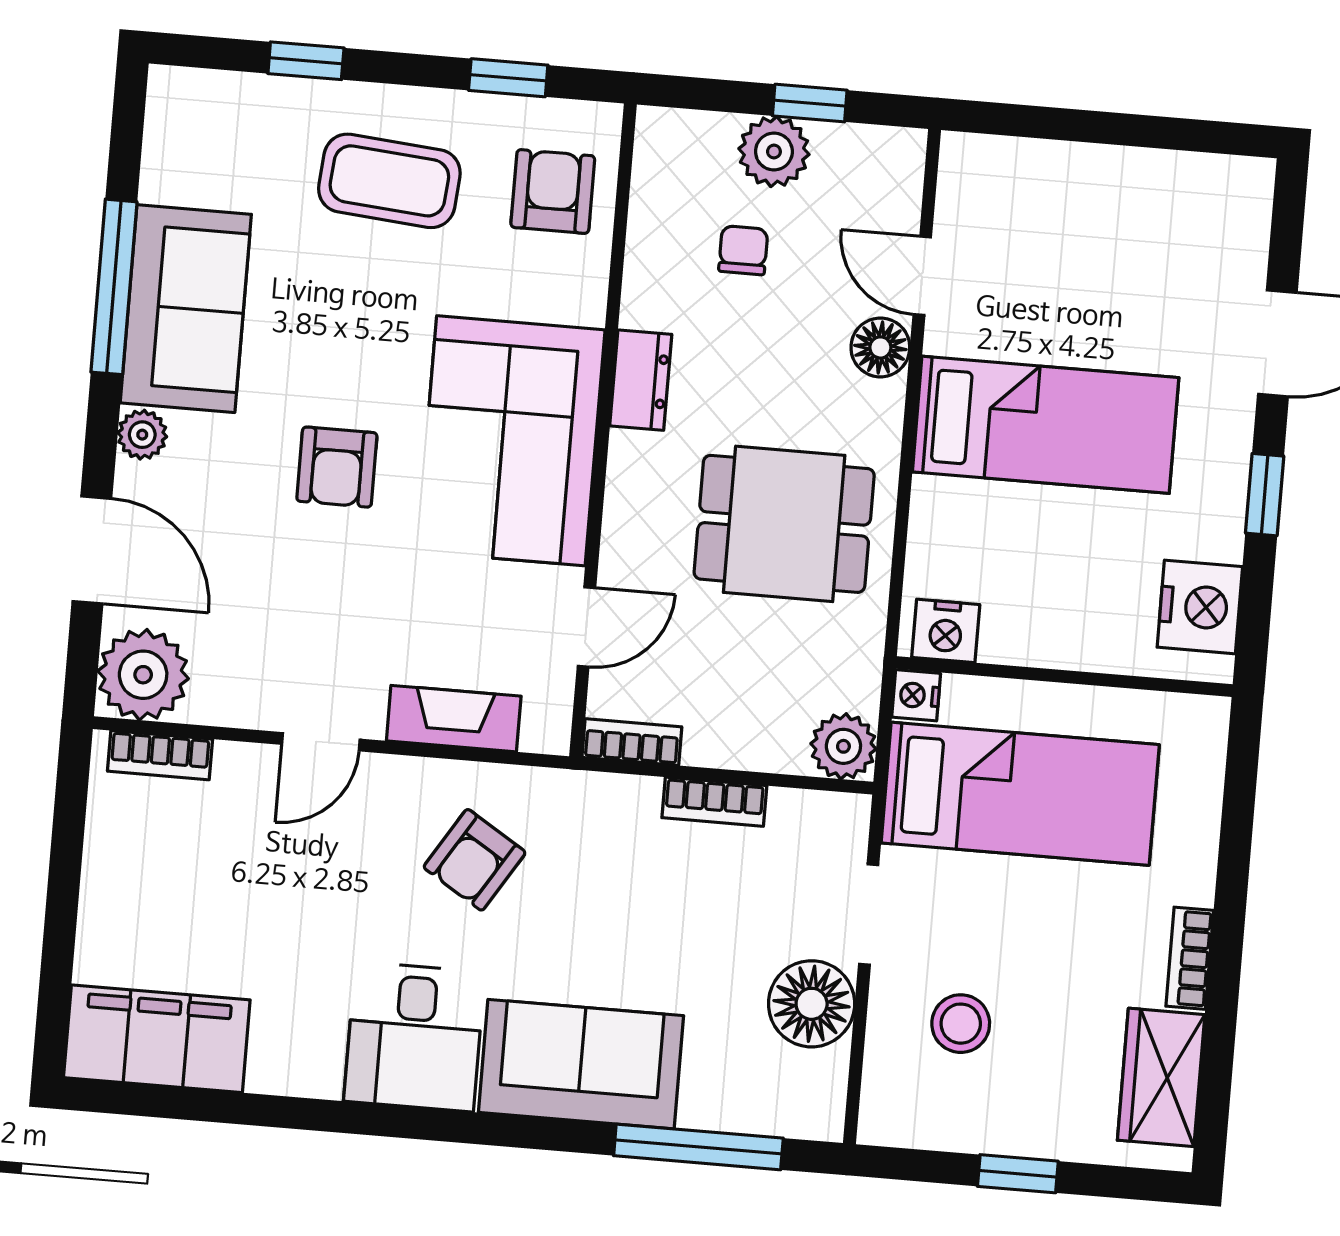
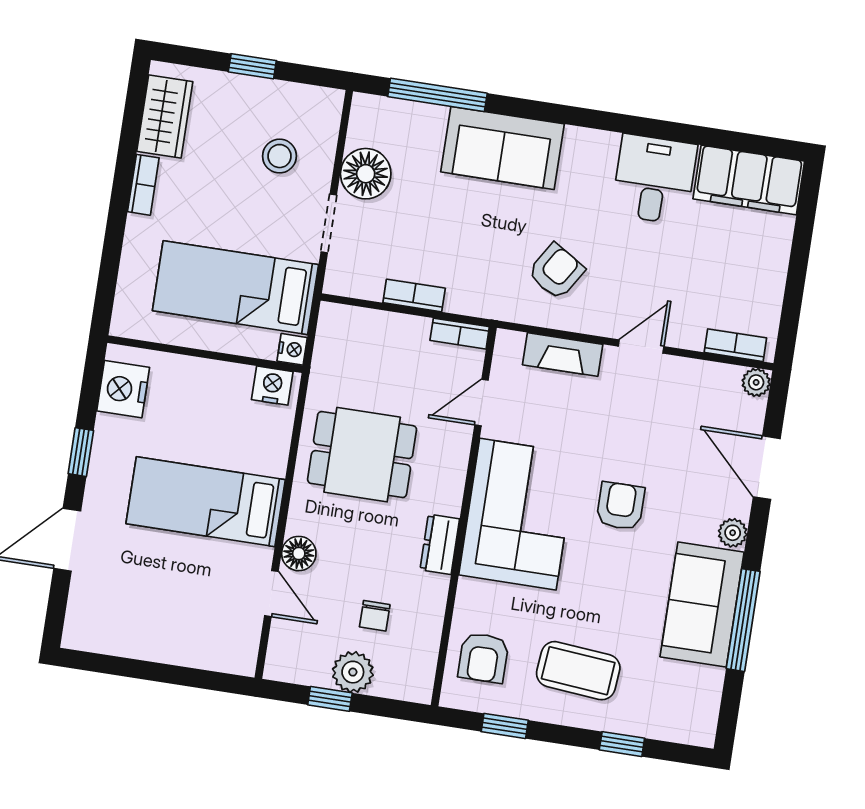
plant: (143, 675) -> (756, 382), width x0.53, depth x0.53
plant: (843, 746) -> (337, 322), removed
desk: (414, 1037) -> (654, 179), moved

